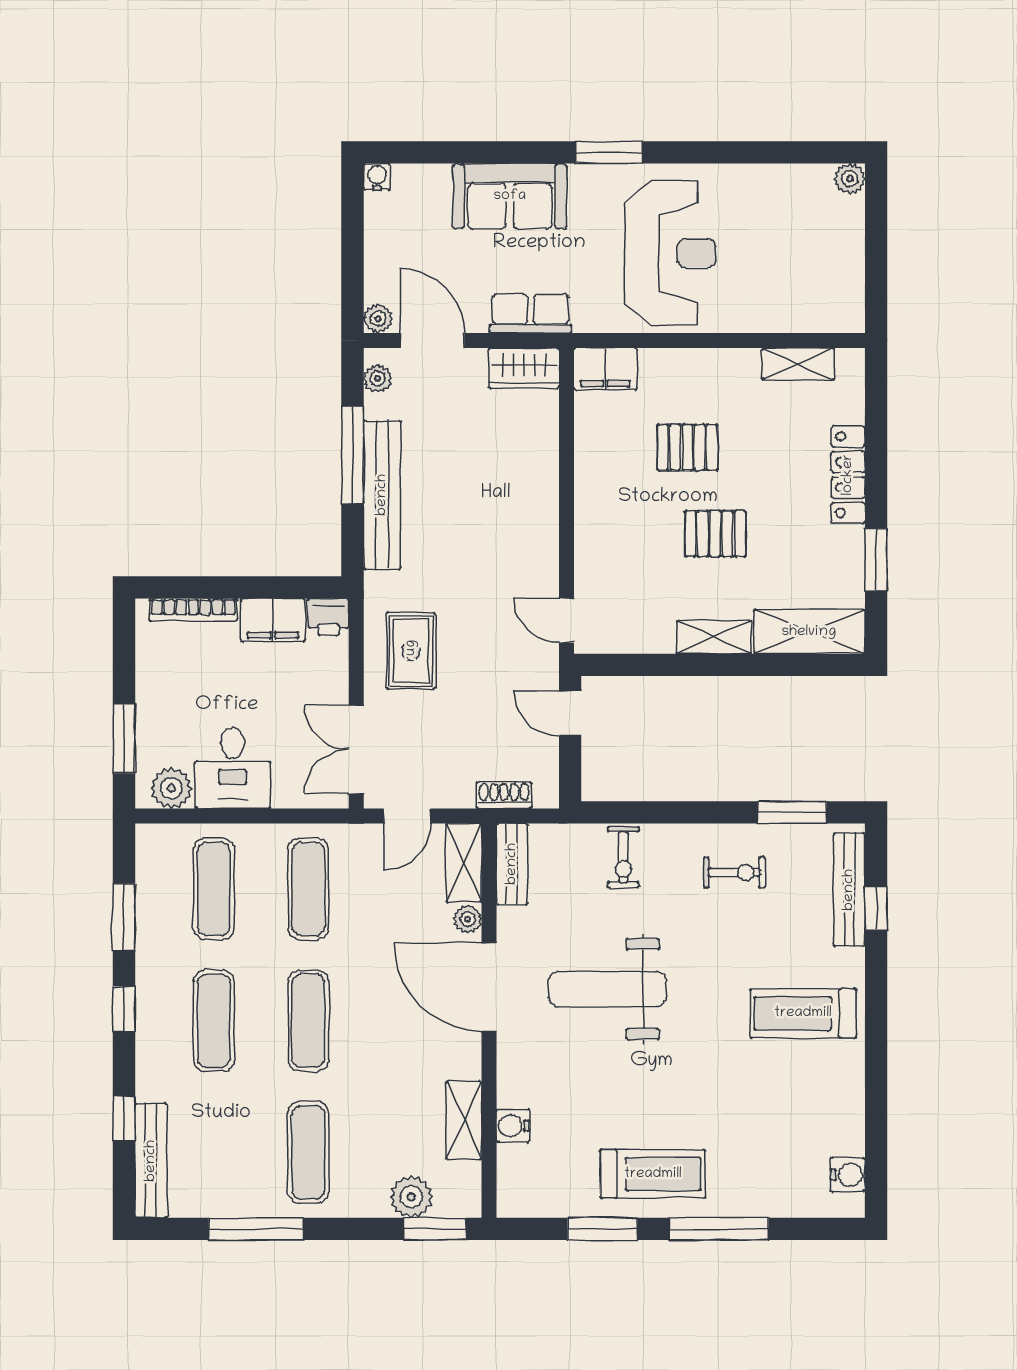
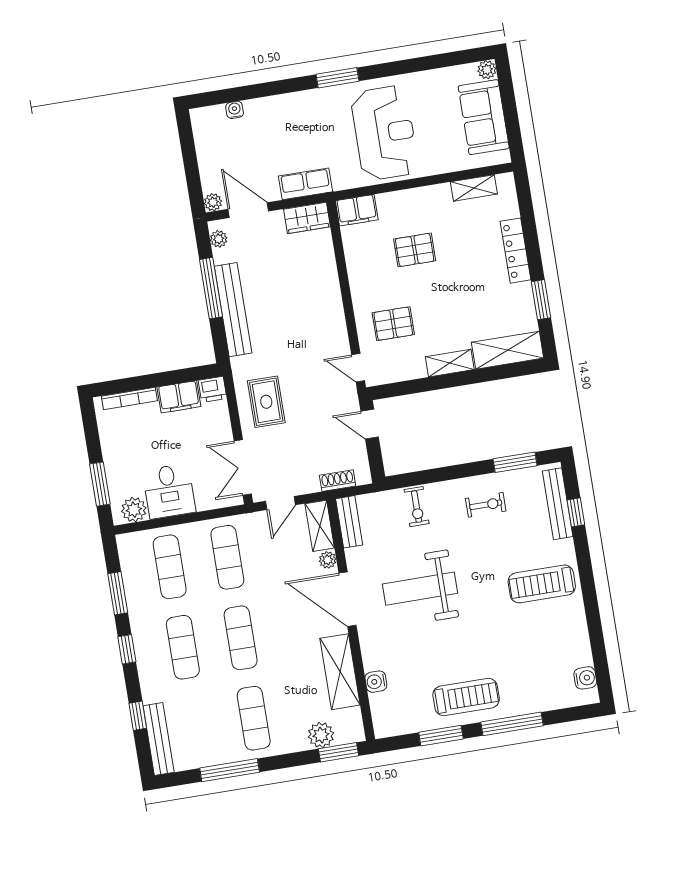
water cooler: (377, 177) -> (235, 110), moved
sofa: (510, 196) -> (484, 117), moved, turned 90
pallet: (715, 534) -> (393, 324), moved
shelving: (464, 1120) -> (340, 672), width x1.50, depth x1.33

